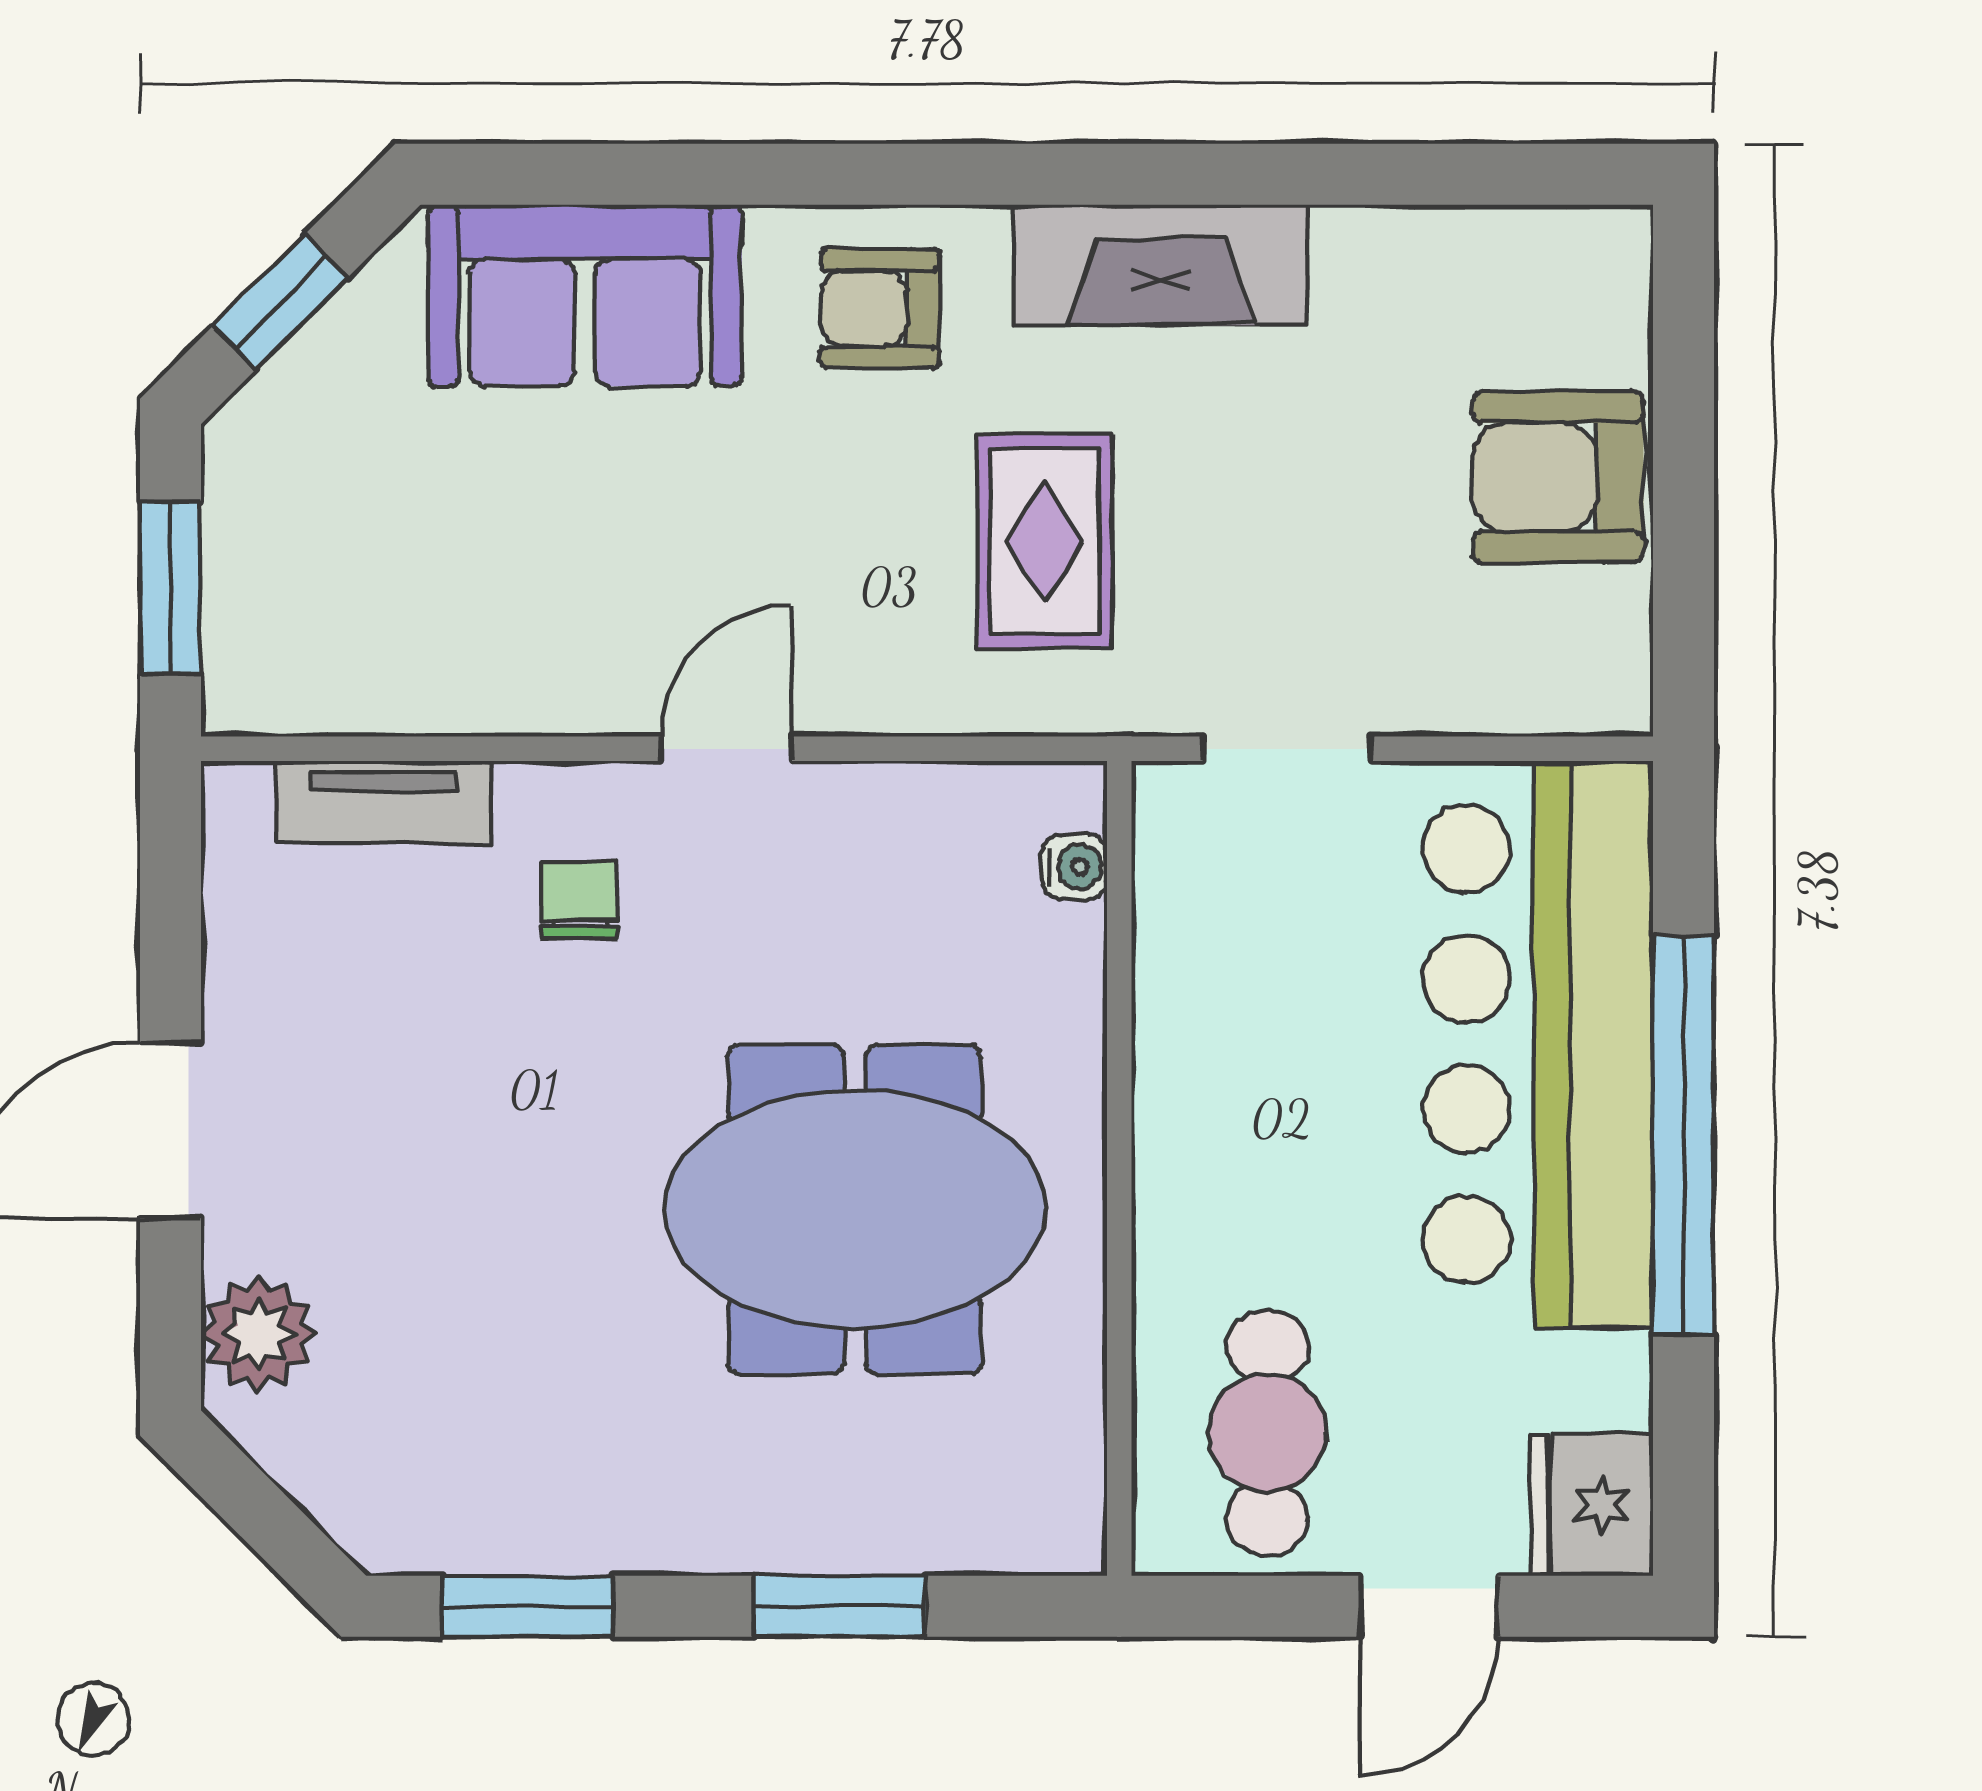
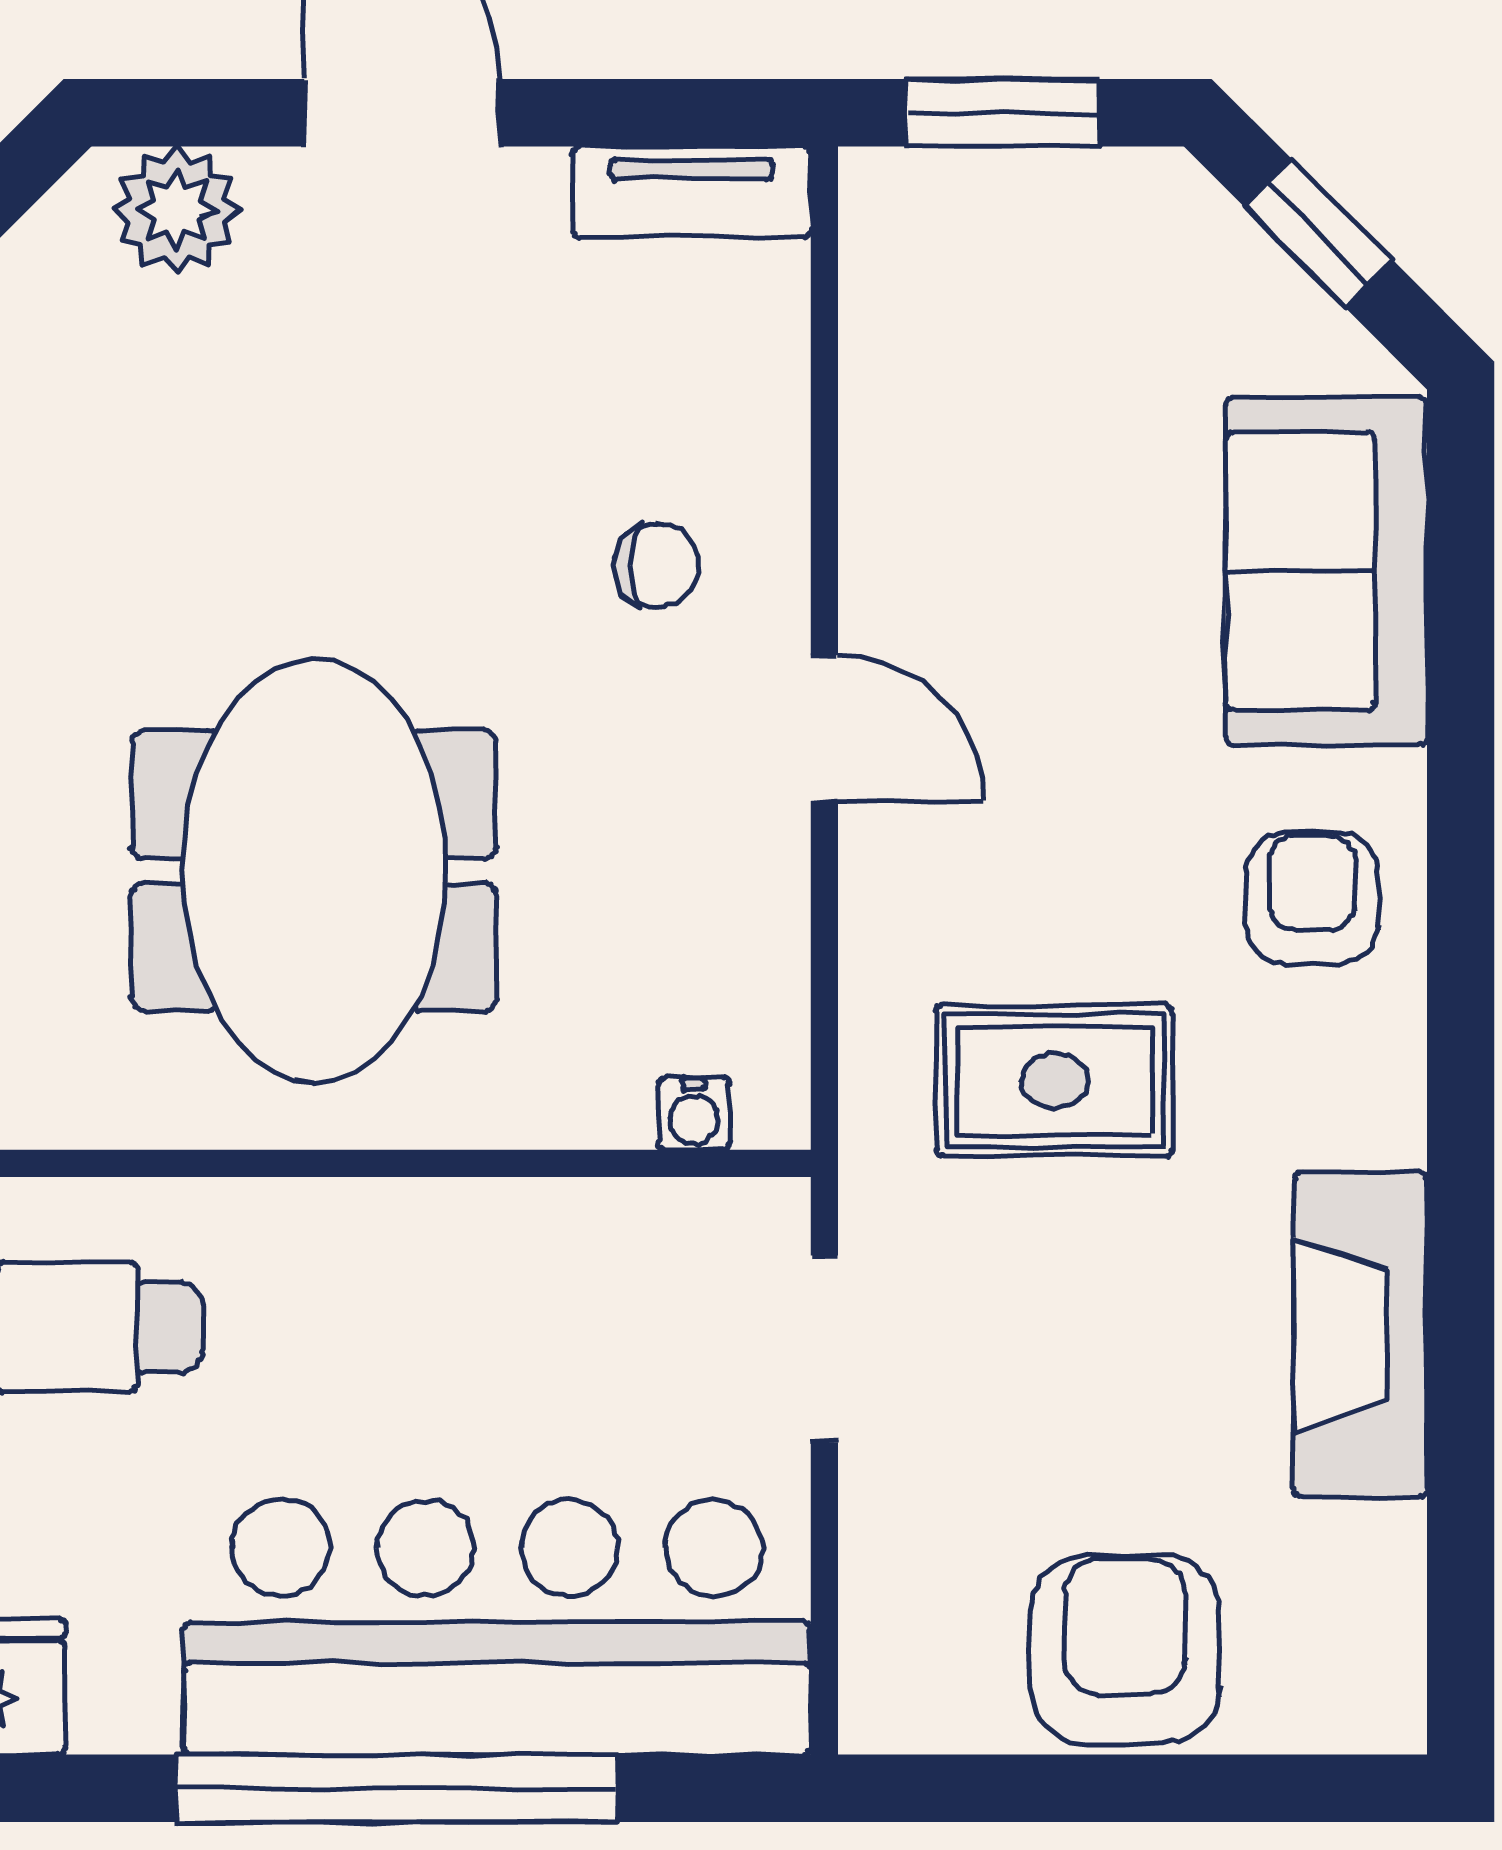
fireplace: (1161, 265) -> (1360, 1335), moved
tv unit: (383, 802) -> (692, 192), moved, turned -90

